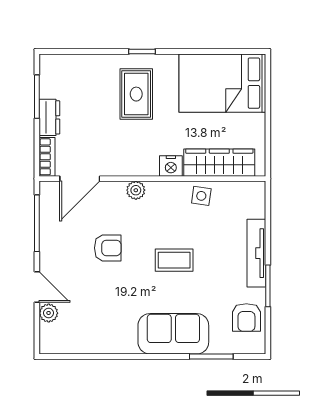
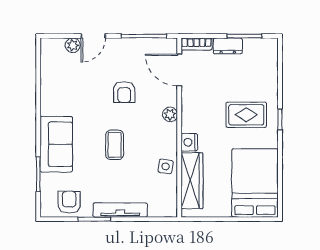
armchair: (246, 317) -> (69, 202), turned 90

